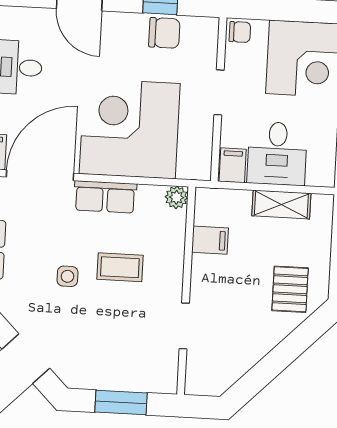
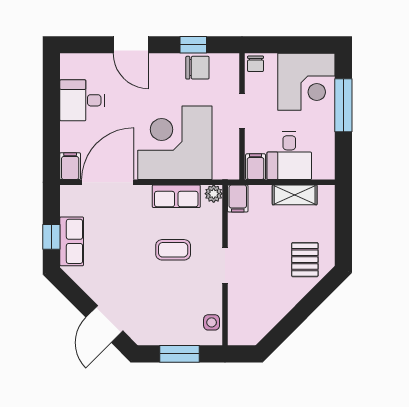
chair: (240, 32) -> (256, 64), turned 90
row of seats: (105, 197) -> (176, 196), moved
filing cabinet: (210, 240) -> (238, 198), moved, turned 90
side table: (67, 276) -> (212, 322), moved
doorway: (184, 326) -> (225, 265), moved

